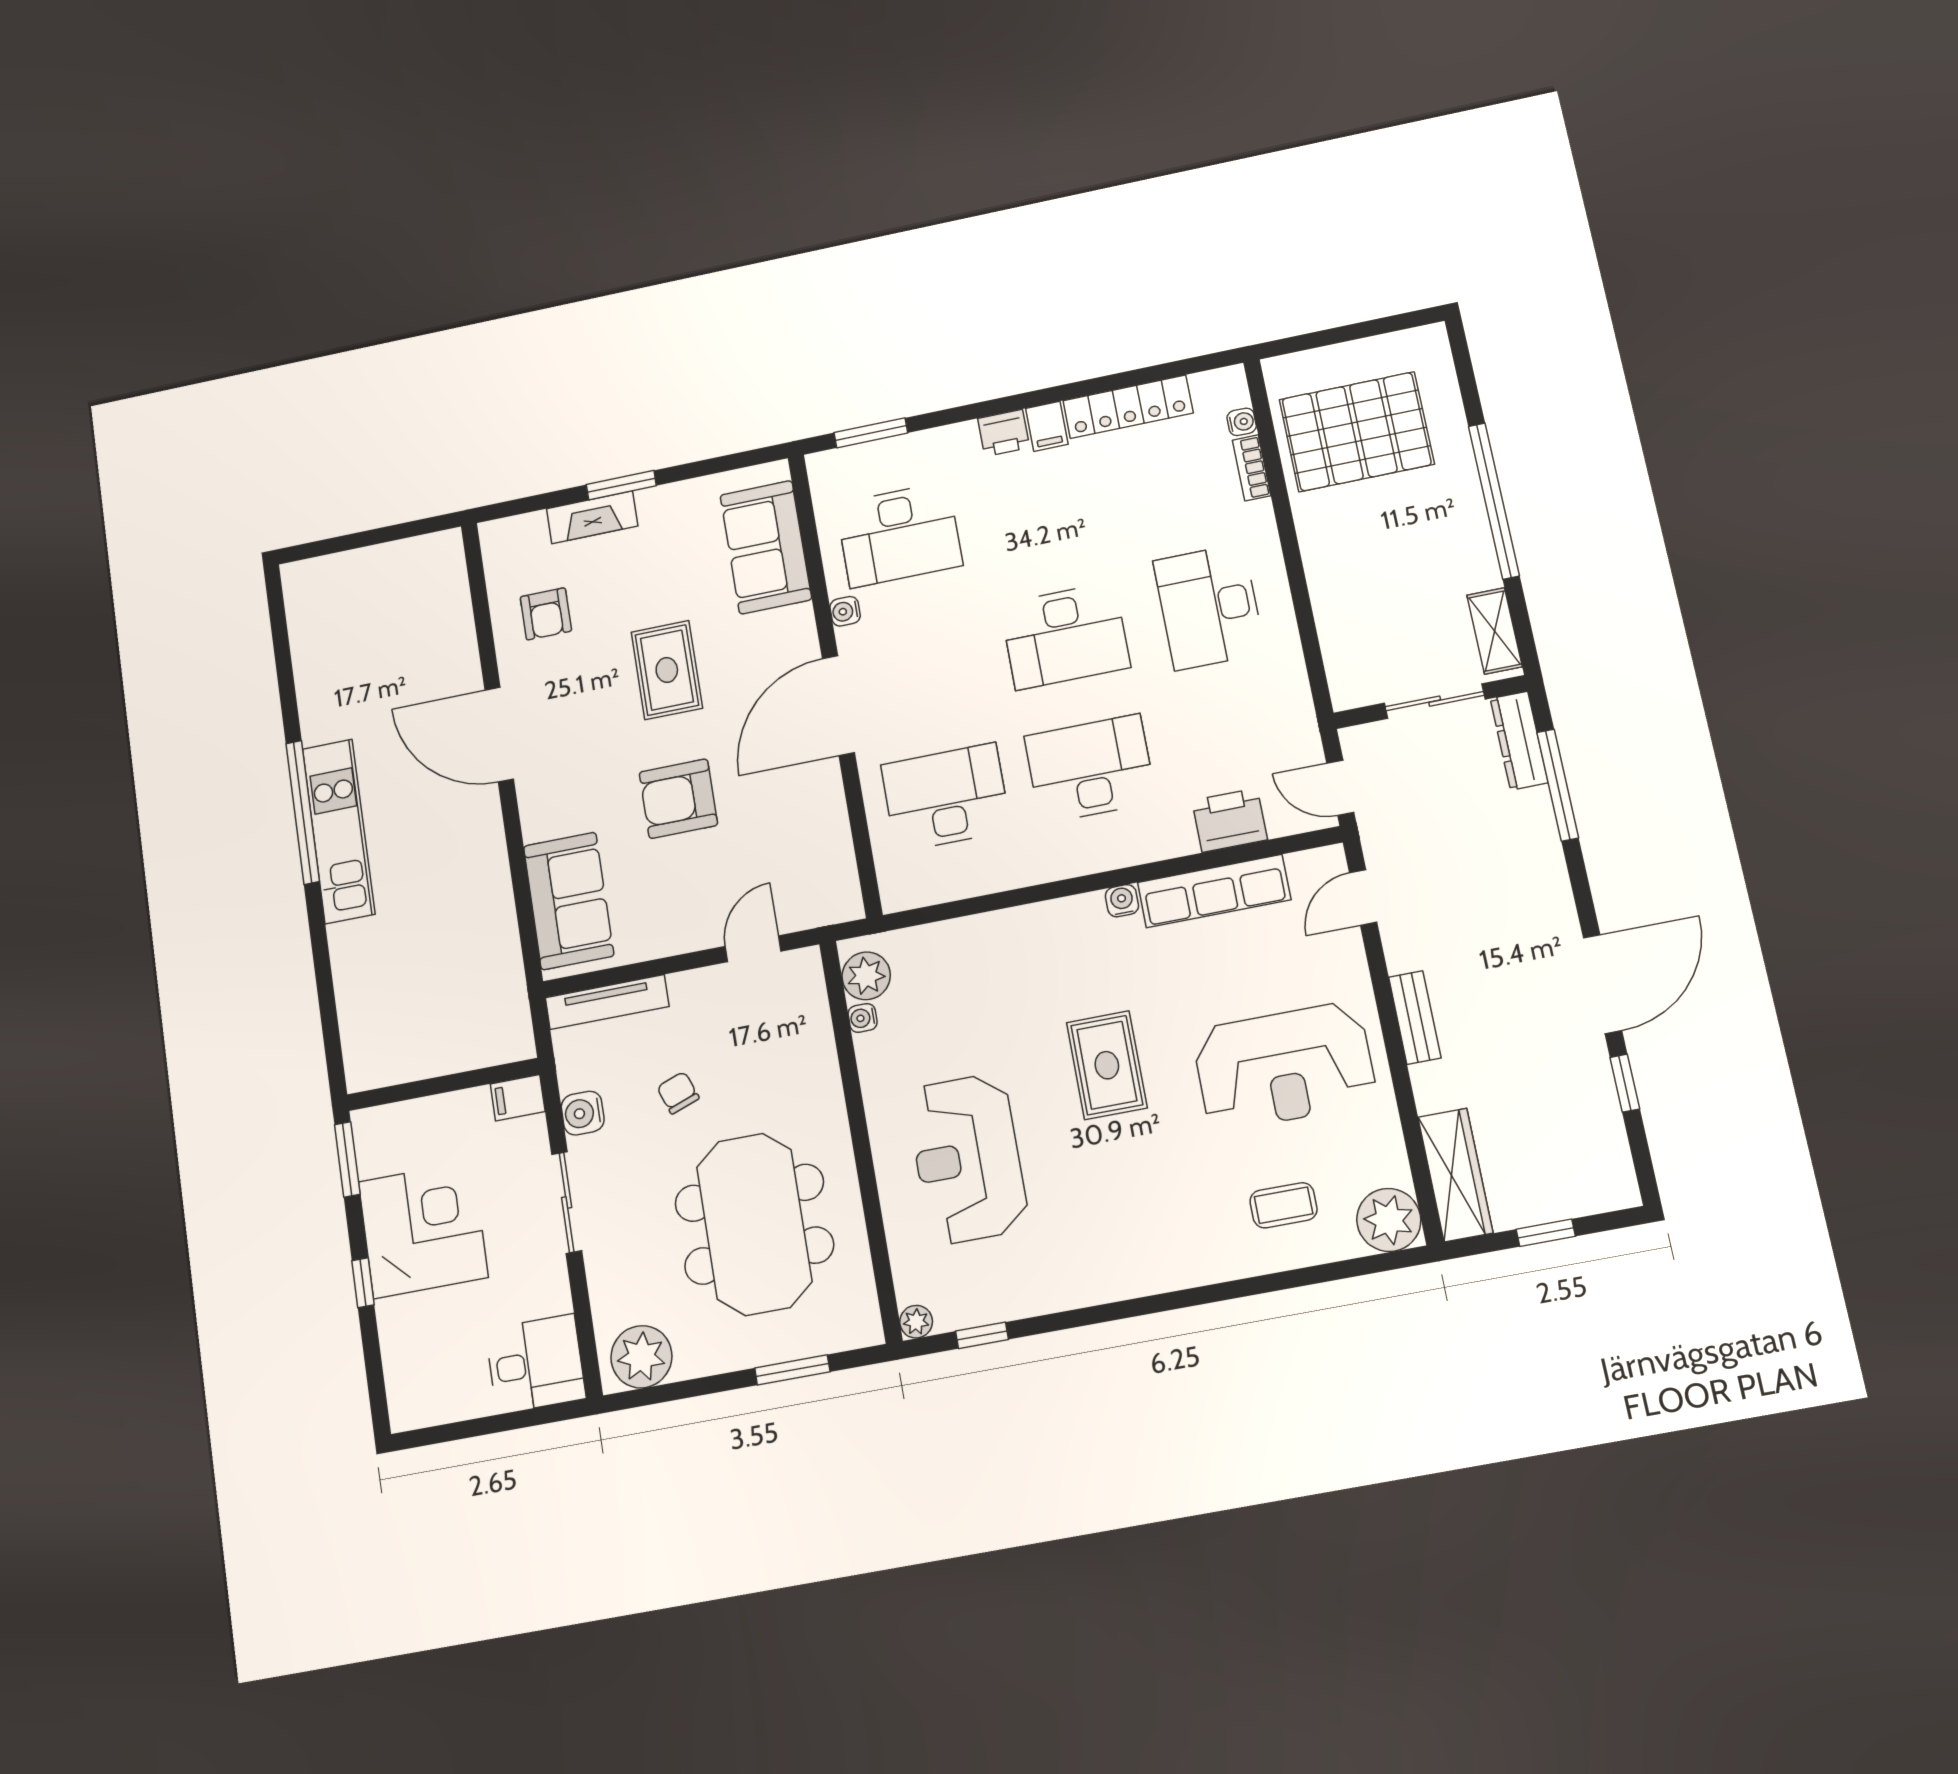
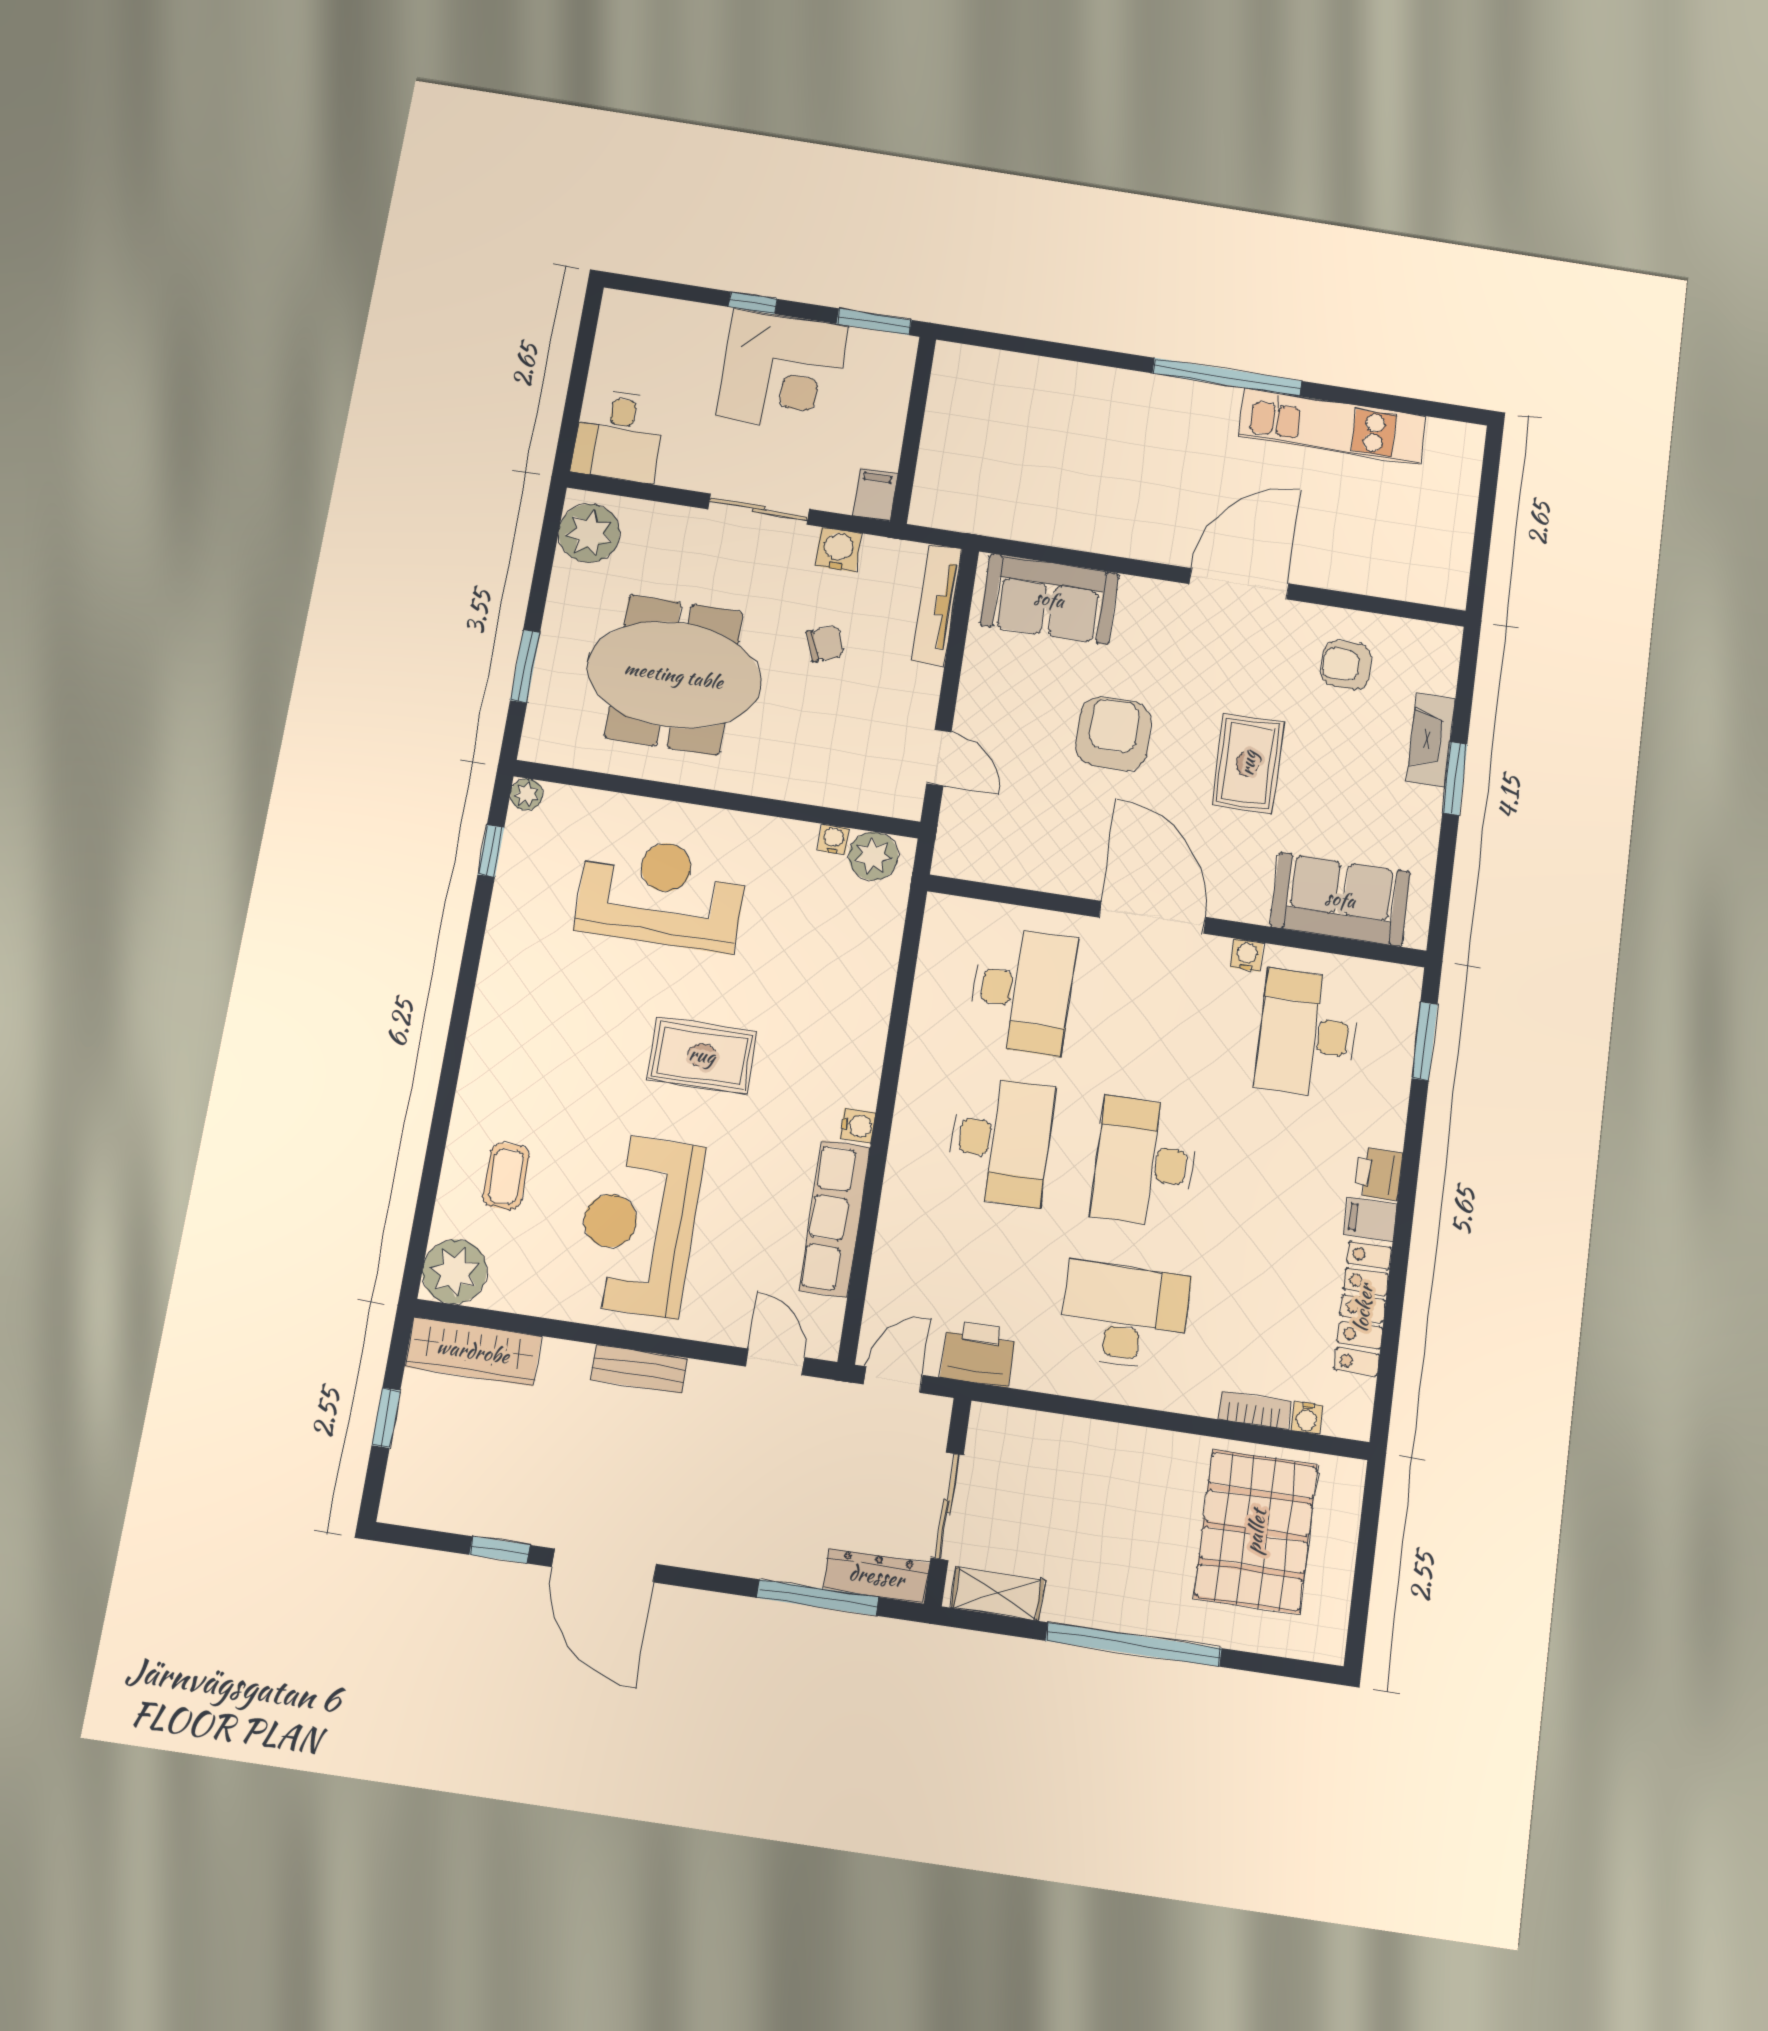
rug: (667, 670) -> (1248, 763), turned 90
printer: (1230, 820) -> (978, 1354), moved, turned -90
kitchen unit: (339, 831) -> (1332, 426), moved

